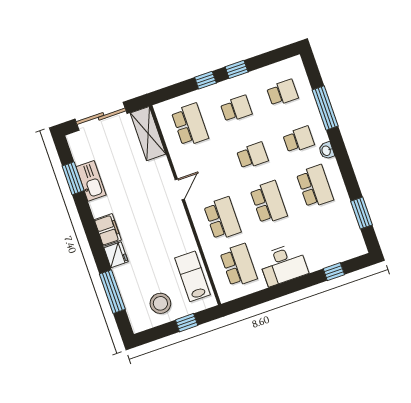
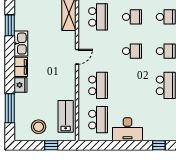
kitchen sink: (91, 181) -> (21, 44), moved
school desk: (269, 202) -> (132, 85), removed

